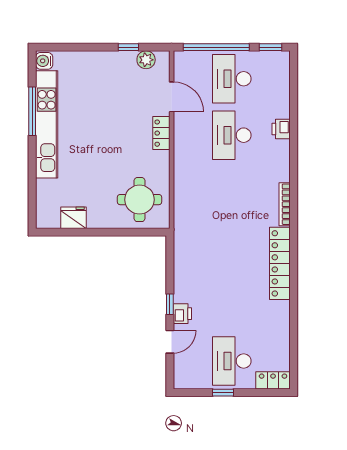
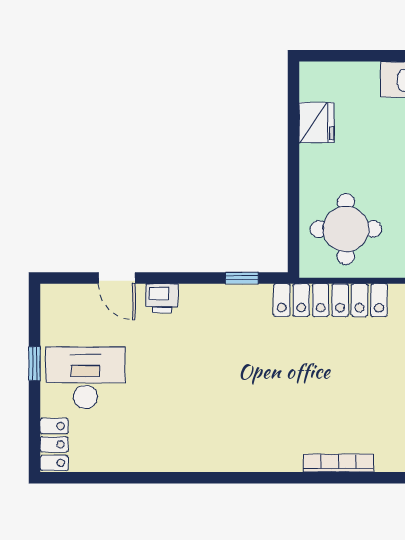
locker: (280, 263) -> (330, 300), moved, turned 180
window: (170, 304) -> (242, 278), moved

